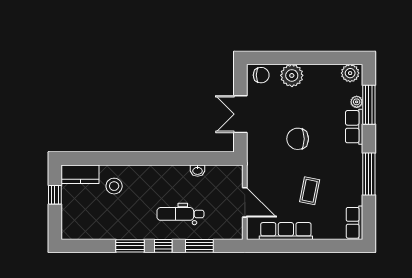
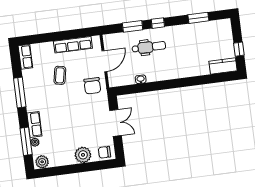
chair: (298, 139) -> (92, 86), moved, turned 90
stool: (114, 186) -> (198, 61), removed
door: (245, 202) -> (104, 61), swing flipped
window: (130, 246) -> (198, 18), moved

